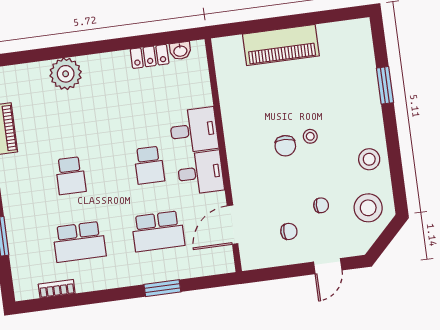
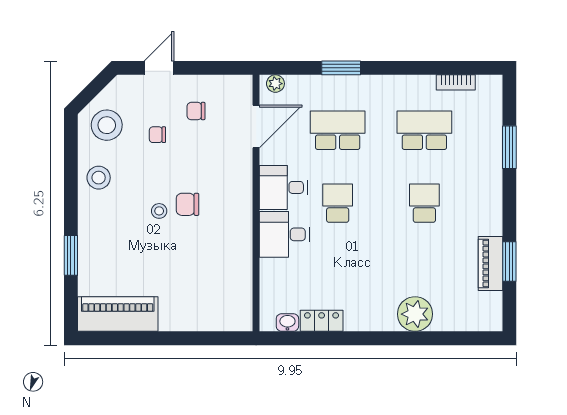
piano: (281, 45) -> (118, 314), moved
chair: (285, 146) -> (188, 204), turned -92
plant: (220, 266) -> (275, 84), added

